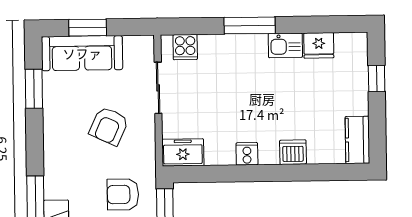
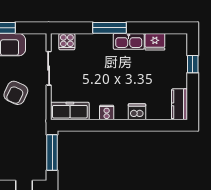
kitchen sink: (285, 45) -> (129, 41), width x1.38
freezer: (183, 152) -> (70, 111), width x1.40
armchair: (123, 194) -> (25, 138), removed

